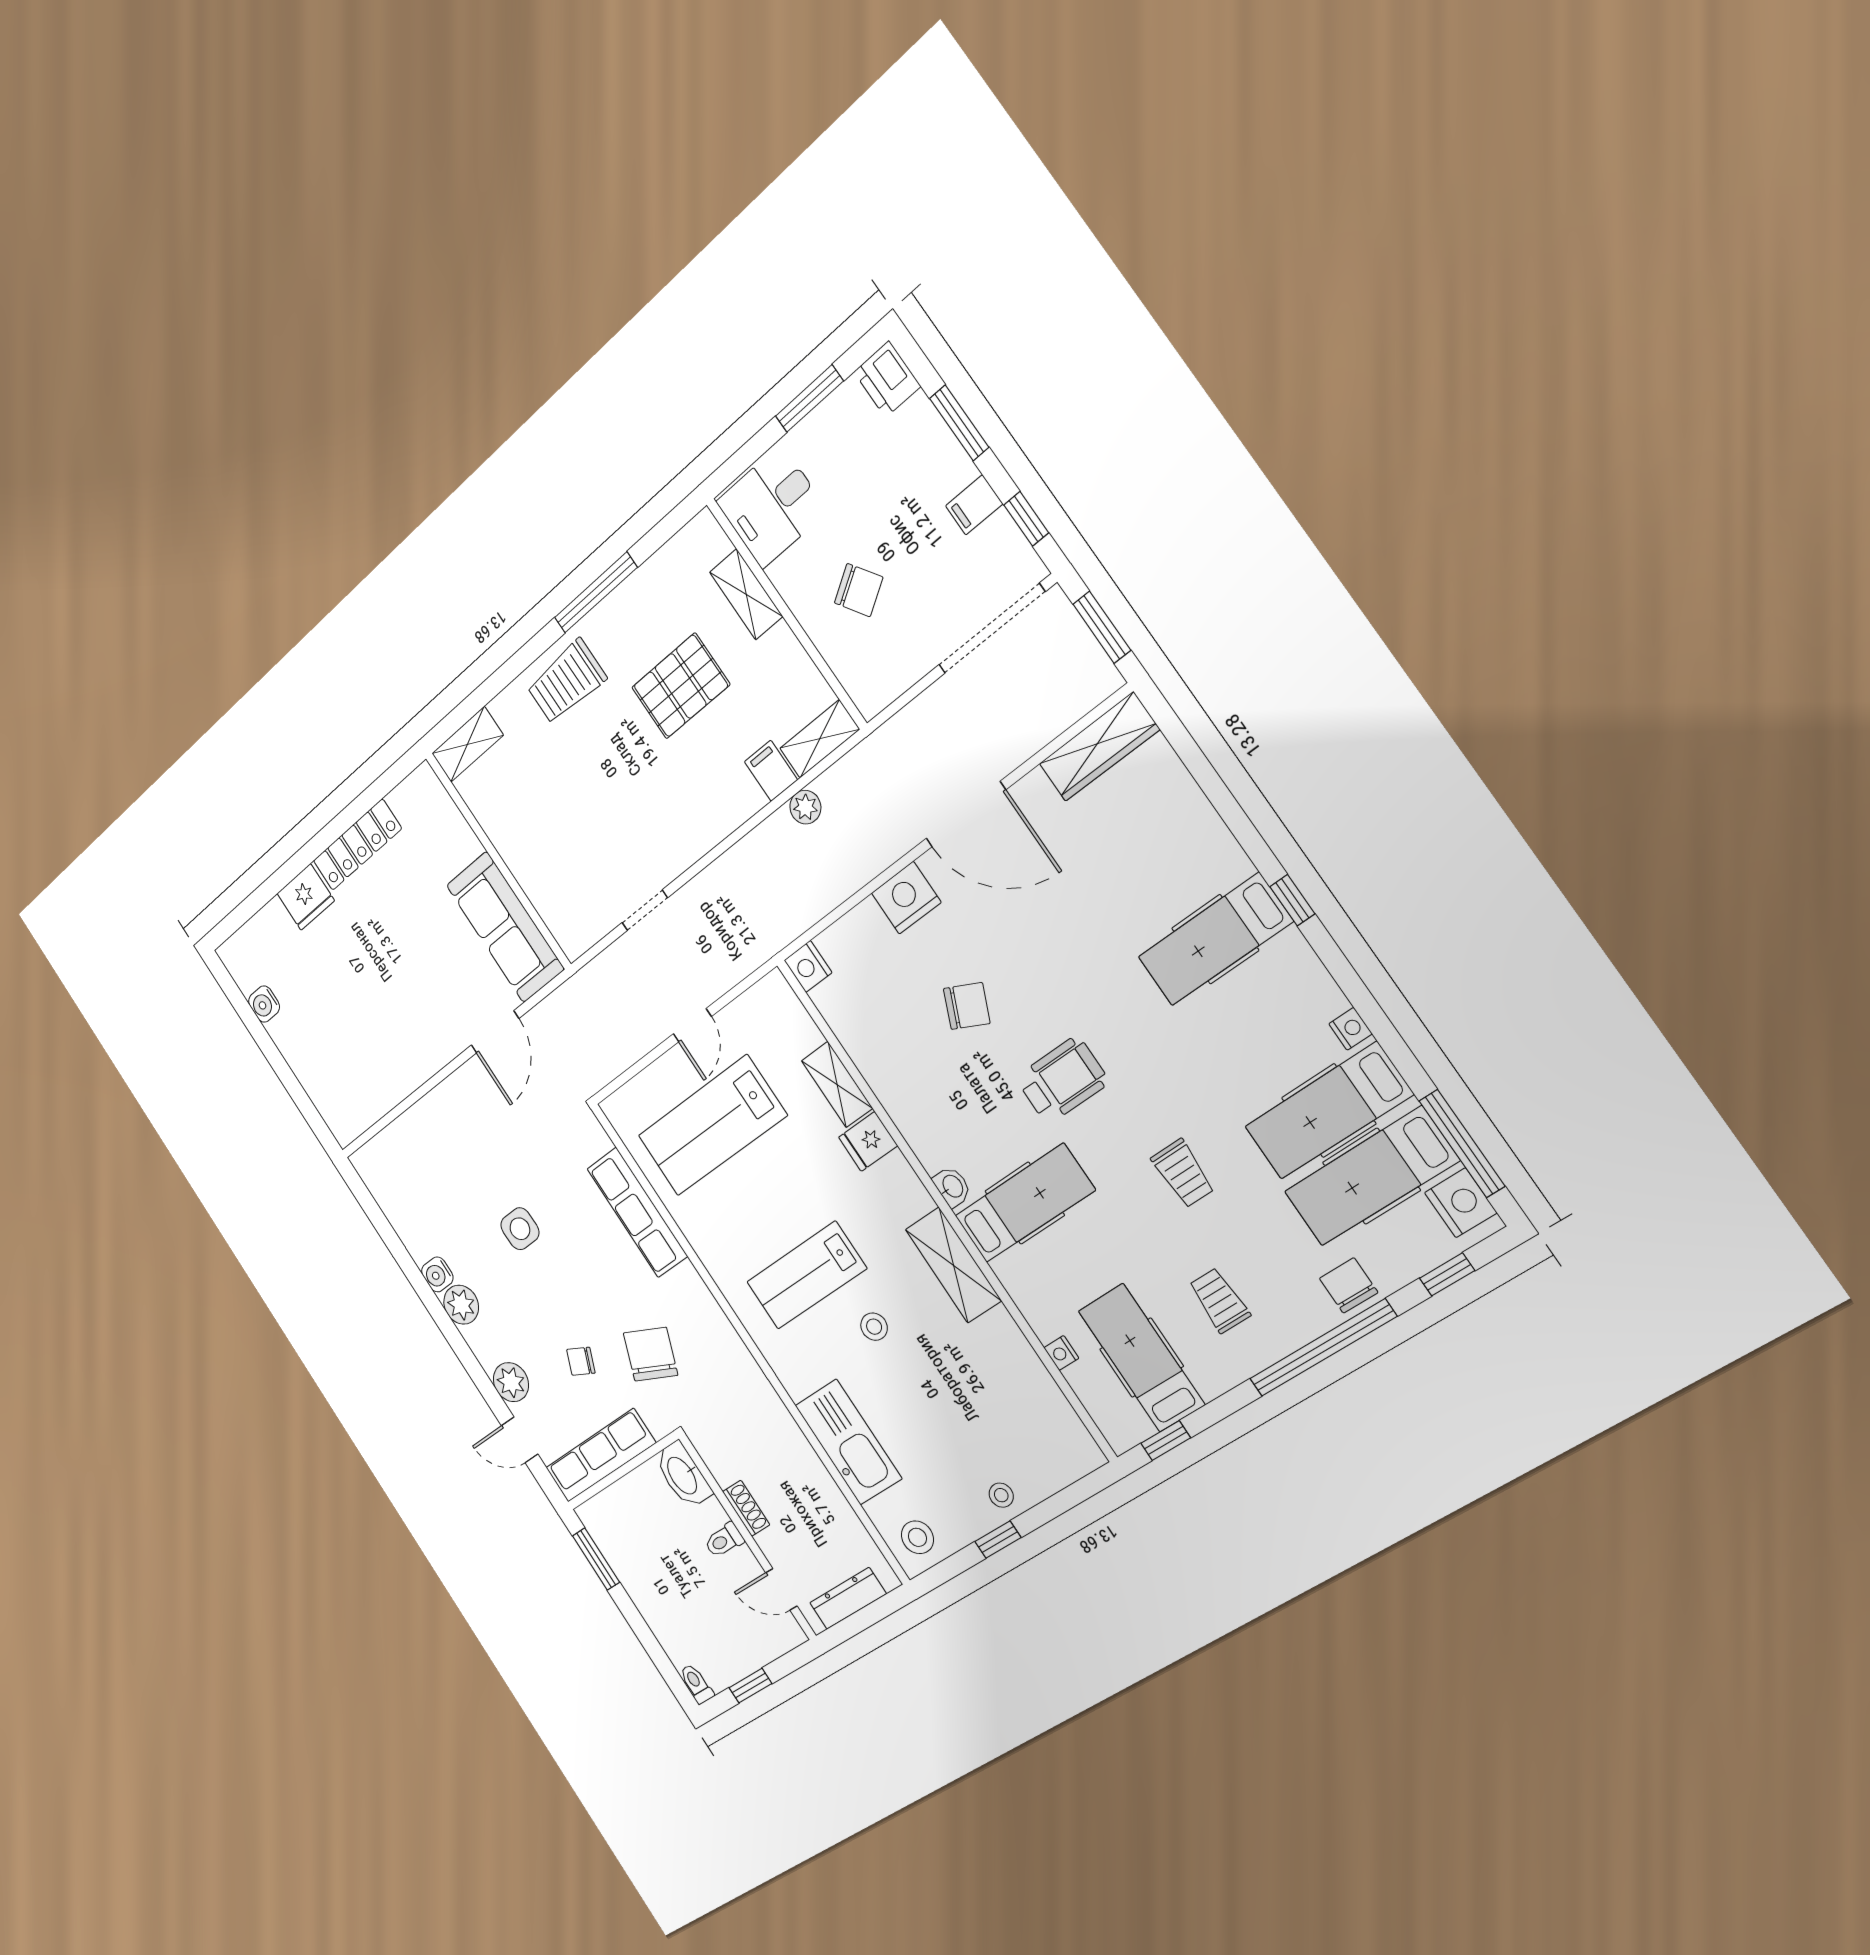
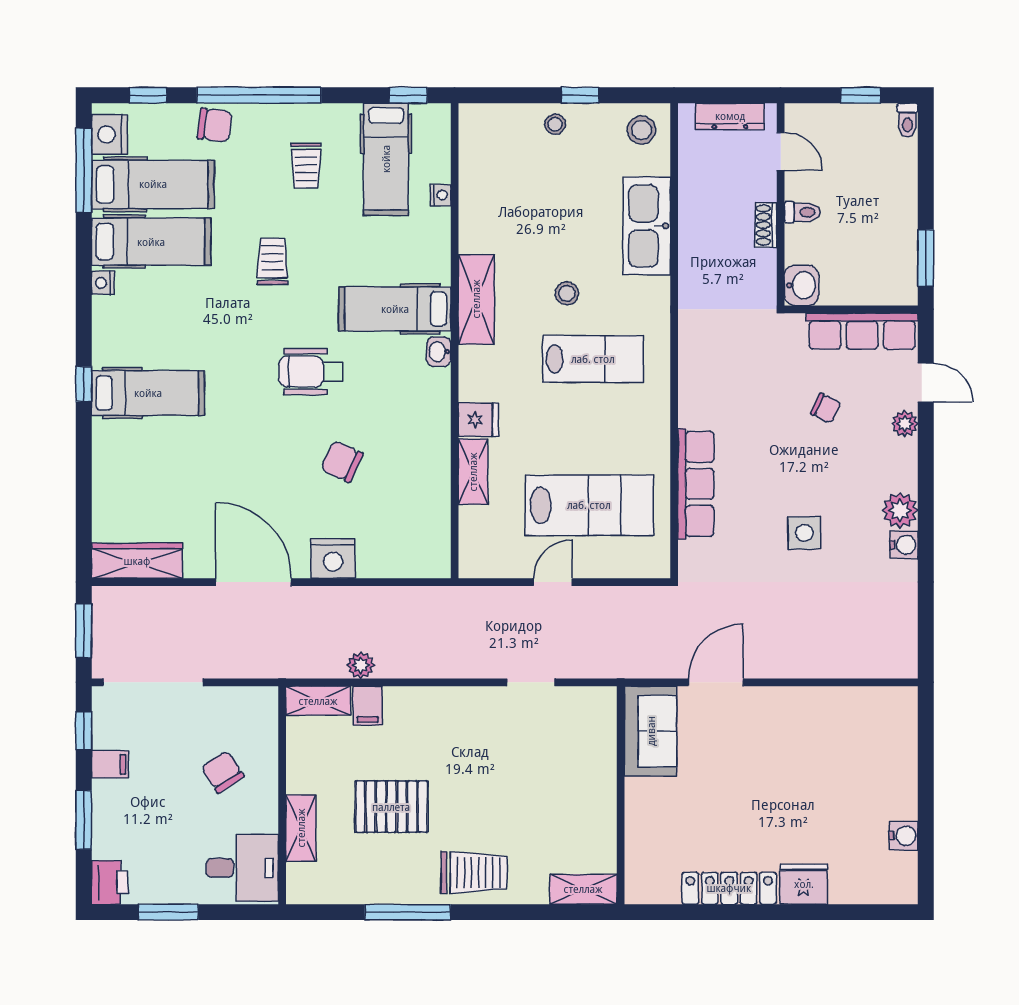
sofa: (505, 927) -> (651, 731), width x0.73
nightstand: (808, 966) -> (436, 562), removed
chair: (1349, 1285) -> (215, 125), turned -83
chair: (651, 1354) -> (762, 379), removed
plant: (511, 1382) -> (905, 424), width x0.73, depth x0.73
washbasin: (683, 1475) -> (801, 285), width x0.72

